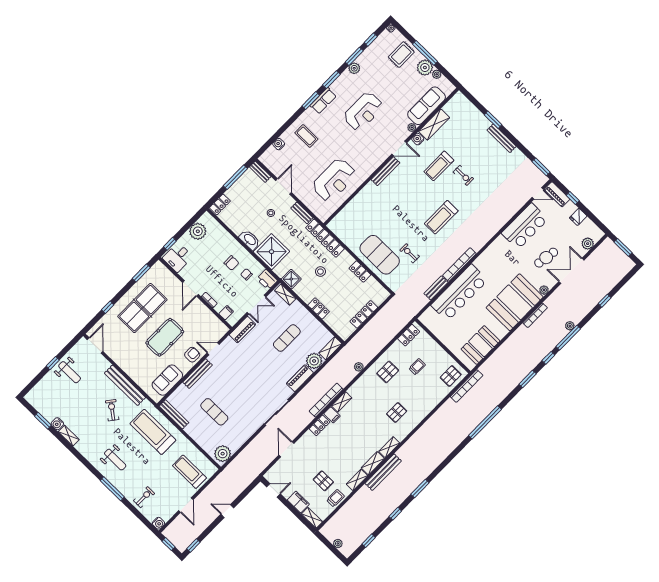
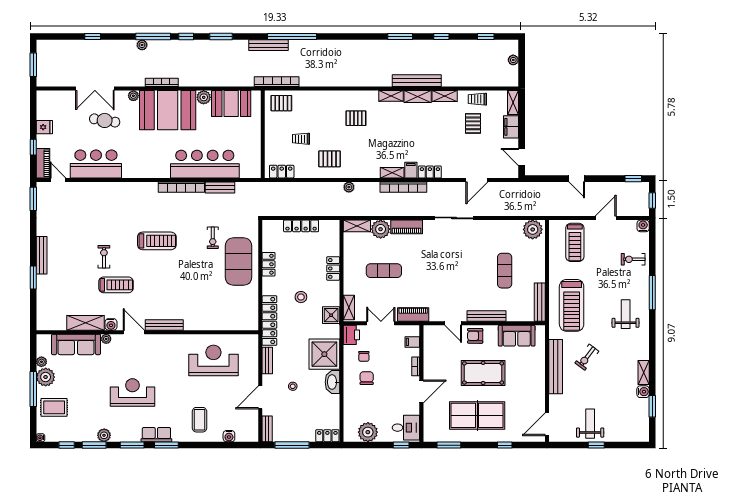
plant: (588, 244) -> (204, 97), moved
bench: (494, 403) -> (268, 45), added

